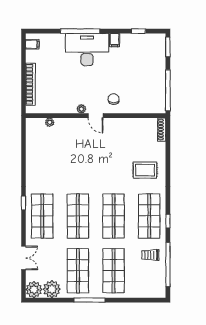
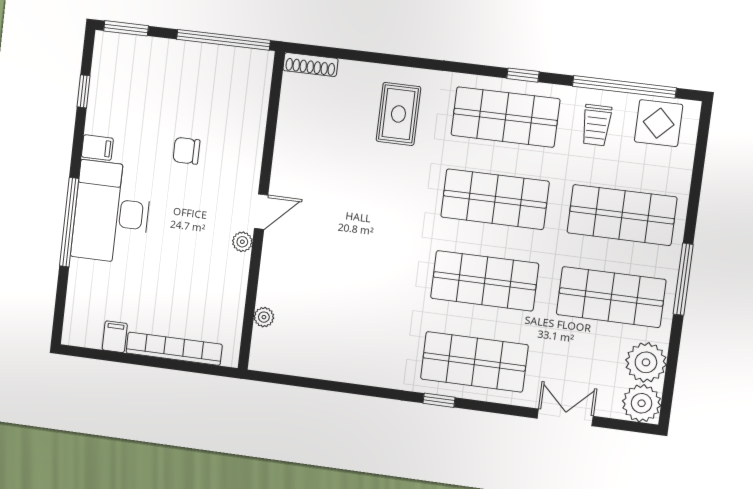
filing cabinet: (32, 44) -> (115, 337), moved
chair: (114, 99) -> (186, 151), moved
display table: (154, 281) -> (659, 123), added

